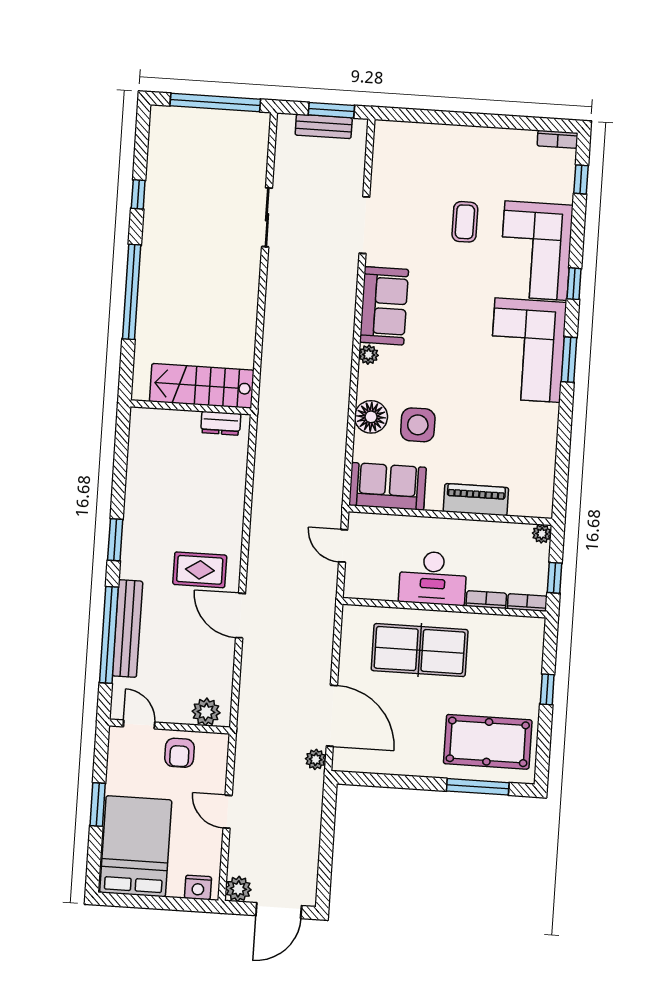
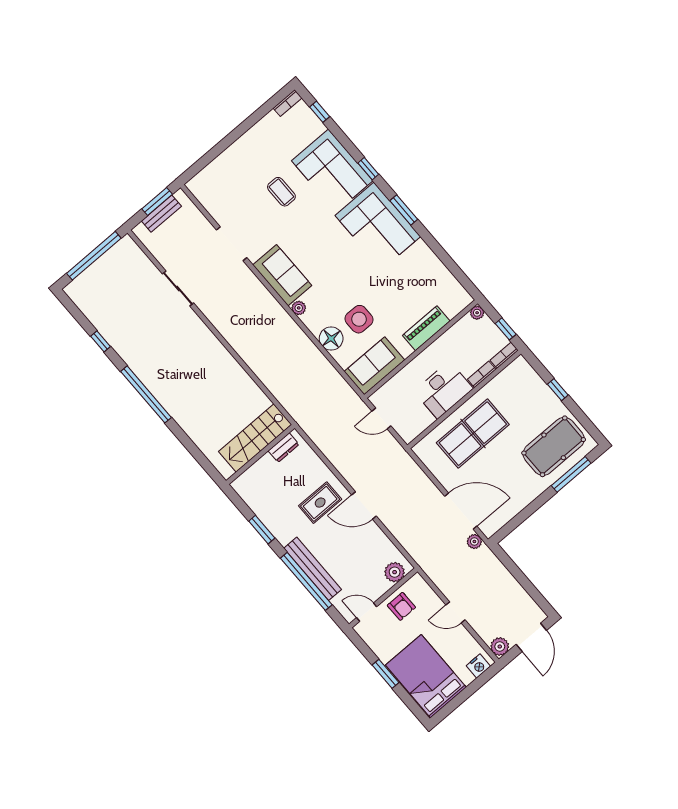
stairs: (202, 386) -> (255, 438), moved
wall: (191, 407) -> (260, 454), moved
dresser: (221, 423) -> (284, 448), moved

